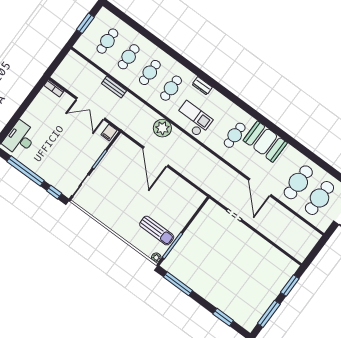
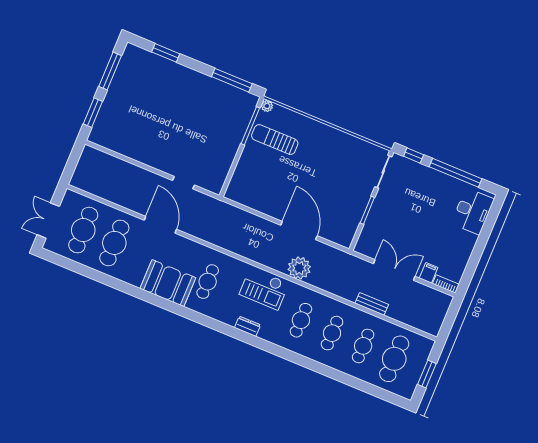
cafe table: (107, 41) -> (394, 359), width x1.37, depth x1.35
dresser: (202, 86) -> (248, 326), moved
filing cabinet: (109, 133) -> (429, 273), moved

